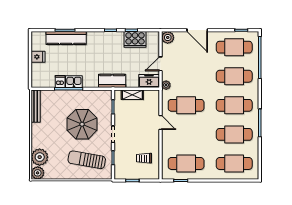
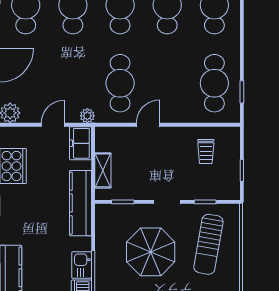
door: (160, 64) -> (53, 125), swing flipped
kitchen counter: (112, 81) -> (80, 203), width x1.50

